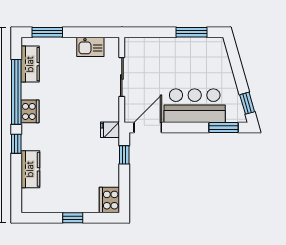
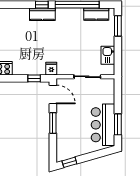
bar counter: (195, 106) -> (103, 125), moved, turned 180
cooker: (30, 111) -> (64, 14), removed
window: (224, 127) -> (53, 123), moved
kitchen counter: (30, 169) -> (42, 14), moved

